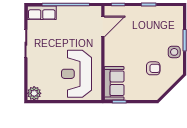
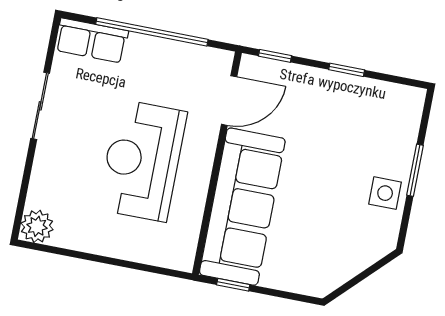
armchair: (153, 68) -> (328, 222), removed
reception desk: (76, 74) -> (142, 161), moved
sofa: (114, 83) -> (242, 207), width x1.85, depth x1.27

